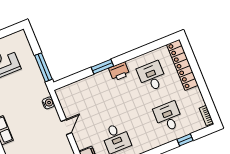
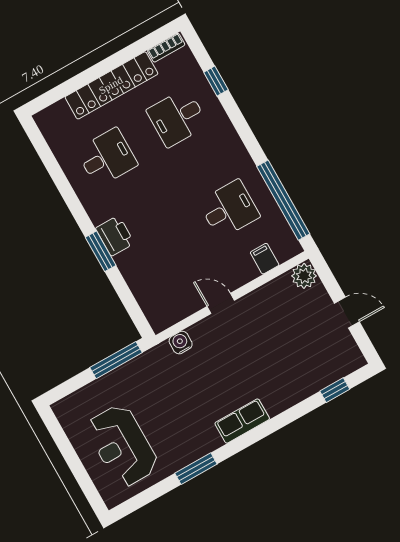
locker: (182, 65) -> (111, 85), moved
printer: (119, 71) -> (115, 236), moved
desk: (152, 76) -> (107, 157), turned 180

